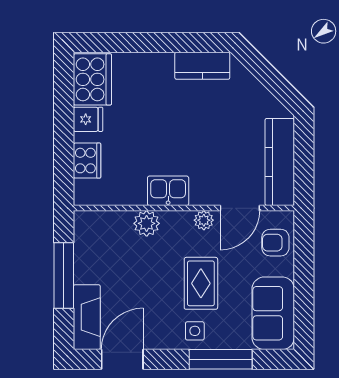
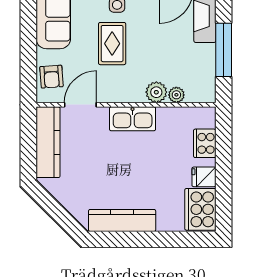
kitchen counter: (202, 66) -> (122, 220), width x1.50
kitchen sink: (168, 191) -> (133, 119), width x1.38
plant: (204, 220) -> (176, 95), moved
armchair: (275, 243) -> (52, 77), turned 86

